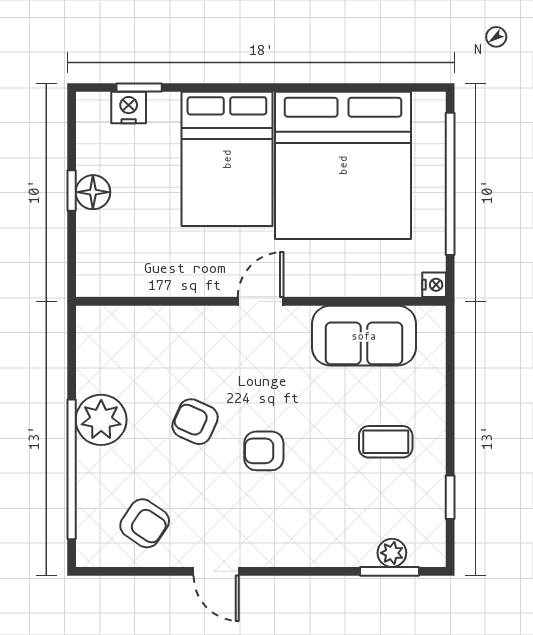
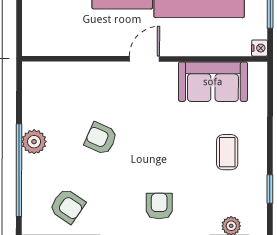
plant: (101, 420) -> (34, 142), width x0.73, depth x0.73
coffee table: (386, 442) -> (227, 152), turned 90
armchair: (264, 451) -> (159, 206), moved, turned 90

